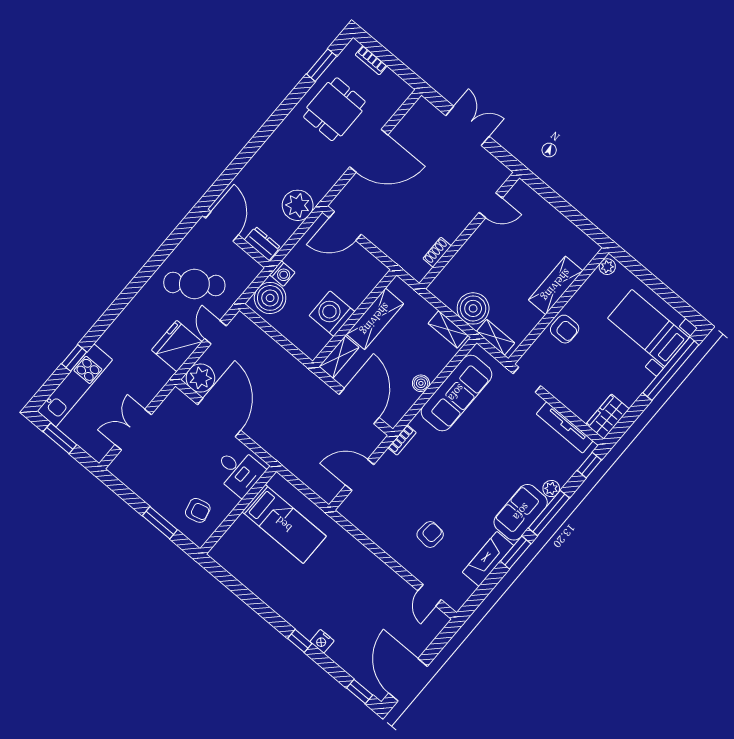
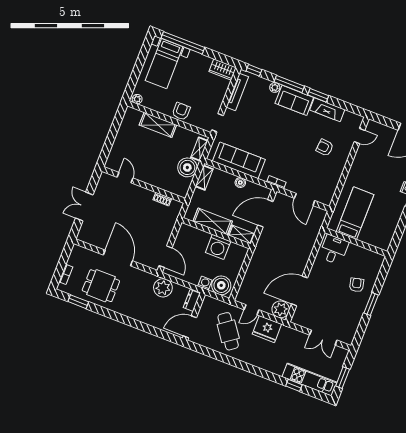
desk: (239, 471) -> (334, 250), moved
wall: (238, 510) -> (356, 242), moved
bed: (284, 524) -> (355, 213), moved

